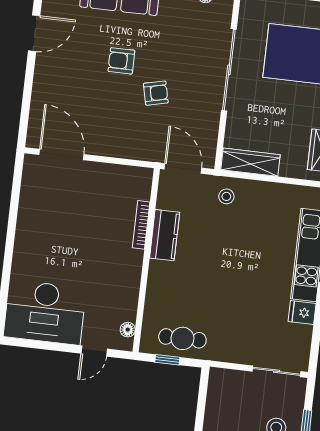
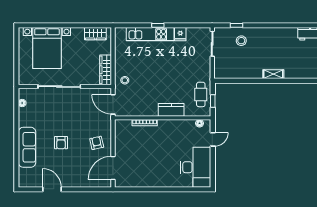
armchair: (156, 93) -> (97, 143), moved
door: (183, 169) -> (113, 104), hinge flipped
kitchen counter: (165, 235) -> (171, 110), moved
door: (94, 351) -> (213, 139), hinge flipped

